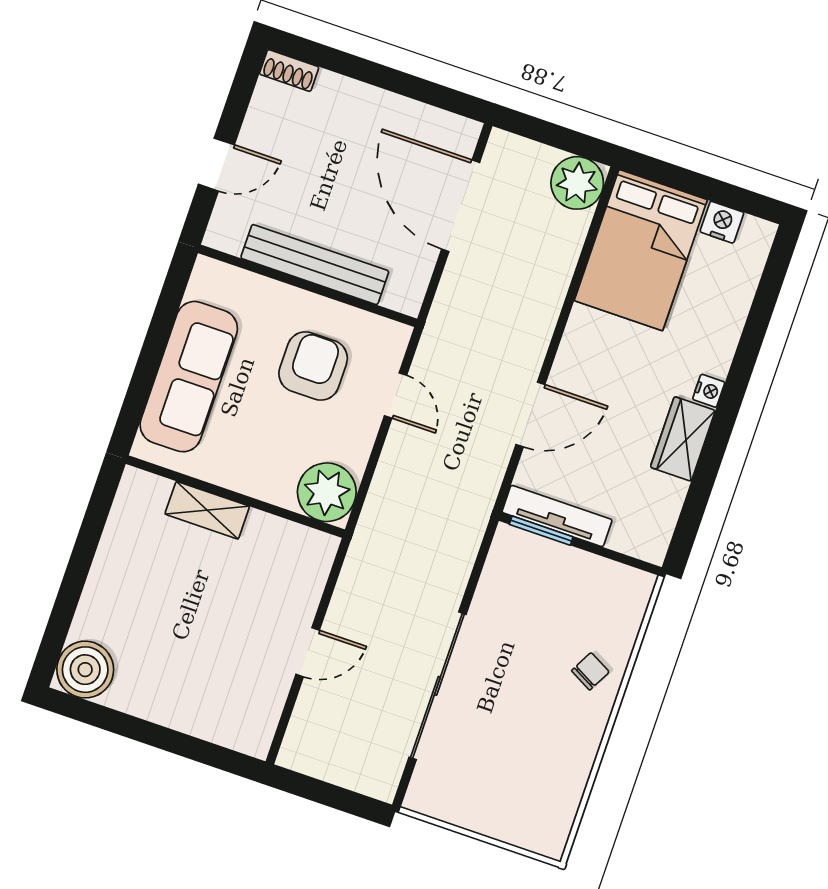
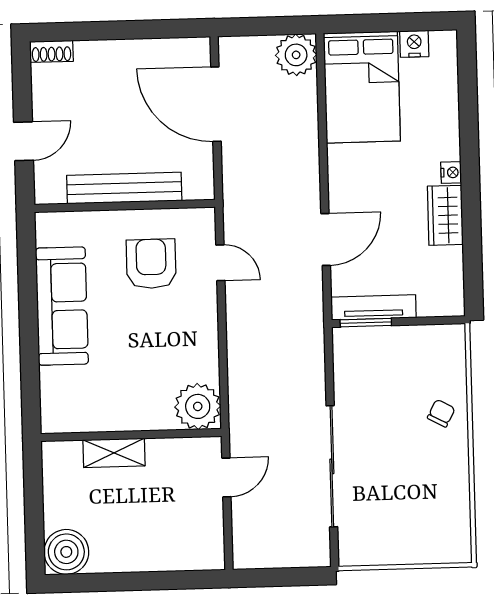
plant: (327, 492) -> (198, 406), moved
wall: (235, 497) -> (131, 435), moved
shelving: (207, 510) -> (114, 453), moved

